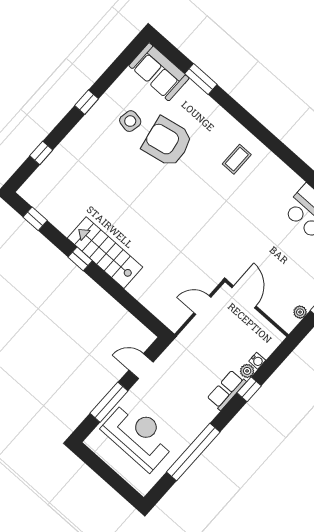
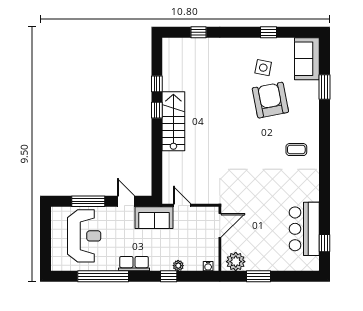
window: (87, 102) -> (269, 32), moved
window: (35, 219) -> (157, 84), moved
door: (202, 305) -> (182, 205), moved
plant: (300, 312) -> (236, 262), width x1.88, depth x1.88
sofa: (181, 353) -> (154, 218), added
water cooler: (257, 361) -> (208, 266), moved
row of seats: (227, 390) -> (134, 264), moved

